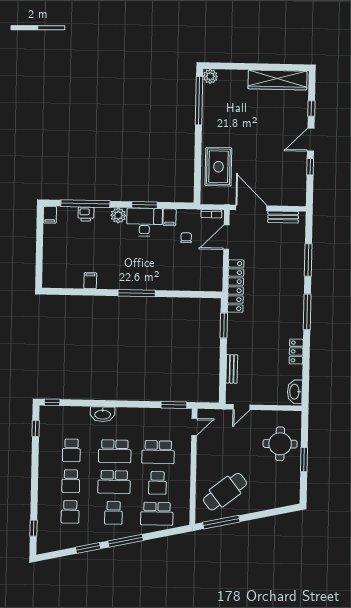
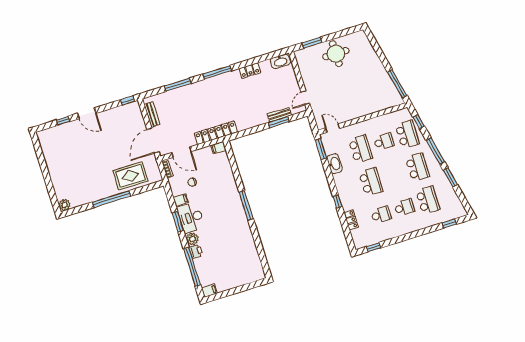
wardrobe: (278, 80) -> (50, 153), removed
window: (199, 101) -> (111, 199), moved
window: (310, 167) -> (127, 101), moved
printer: (86, 214) -> (196, 252), moved
filing cabinet: (90, 281) -> (219, 148), moved
window: (224, 325) -> (279, 122), moved
window: (52, 402) -> (337, 201), moved
door: (241, 407) -> (305, 98), swing flipped
locker: (77, 412) -> (351, 220), added
washbasin: (103, 414) -> (335, 164), moved
round table: (280, 444) -> (336, 54), moved
window: (304, 460) -> (312, 43), moved
school desk: (114, 482) -> (394, 175), removed
cafe table: (225, 492) -> (373, 89), removed
school desk: (70, 512) -> (428, 200), width x1.85
school desk: (113, 513) -> (417, 167), width x1.85
window: (167, 533) -> (419, 122), added

